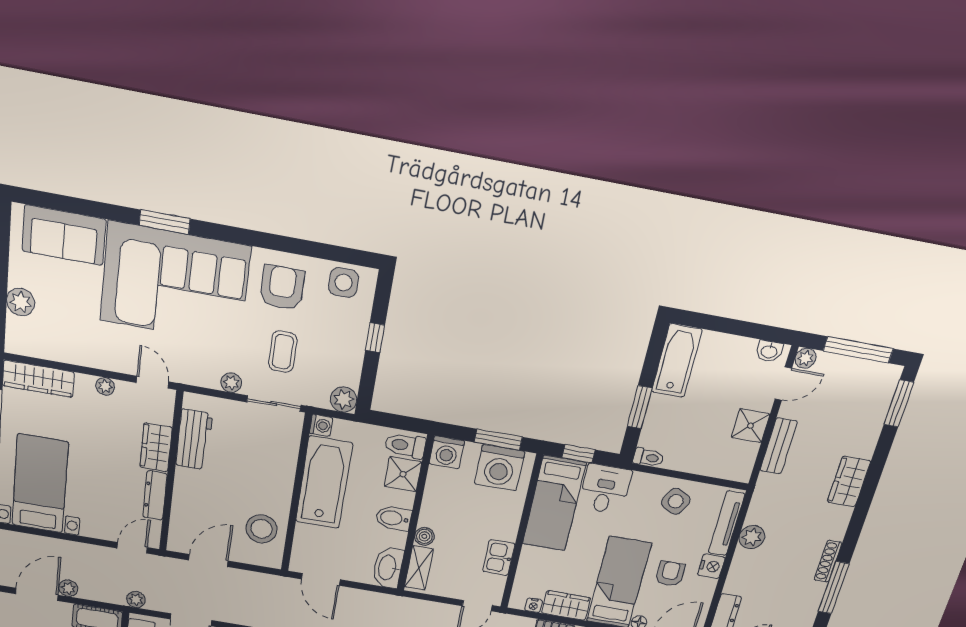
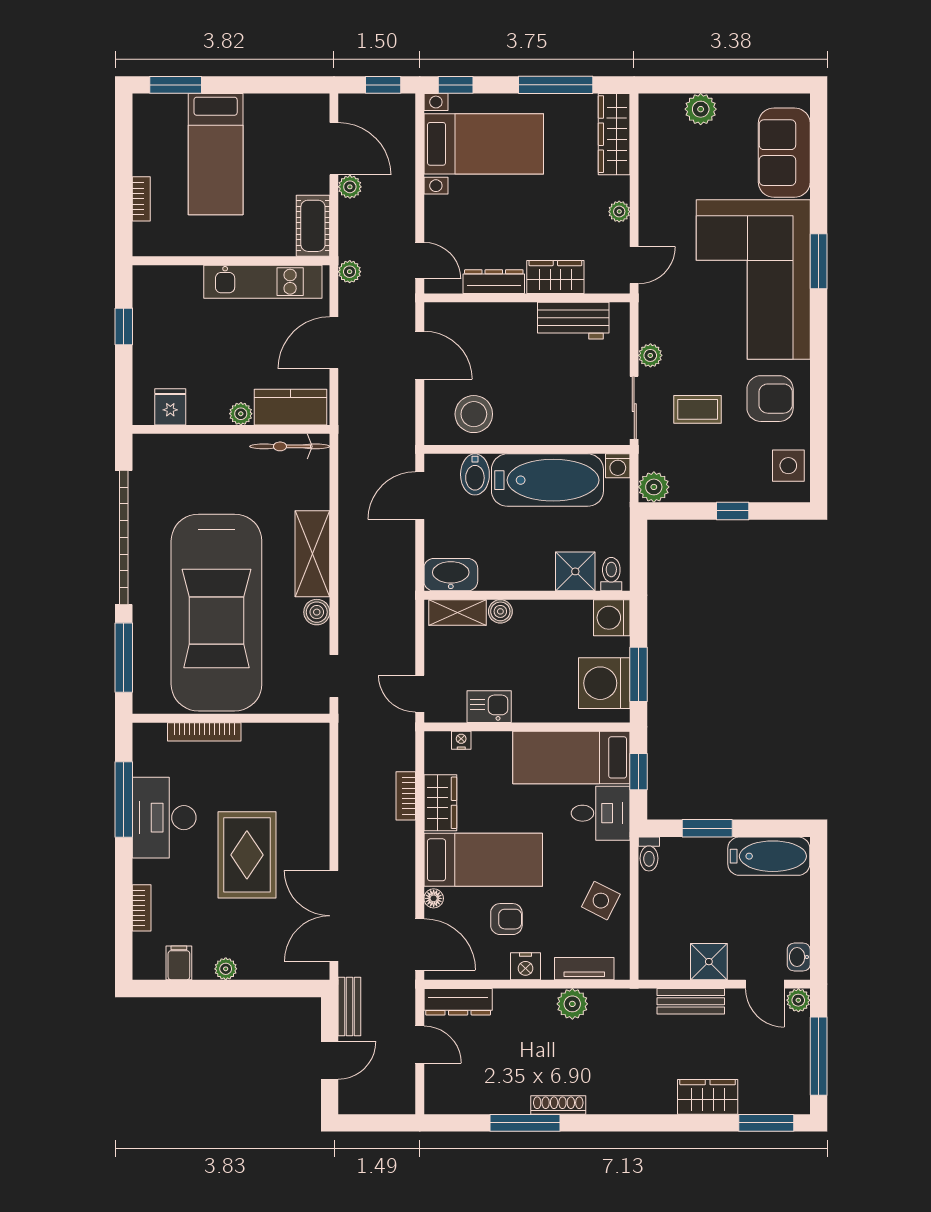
toilet: (405, 445) -> (611, 574), width x0.73, depth x0.72
wardrobe: (849, 482) -> (708, 1097), moved
bidet: (394, 518) -> (475, 474), moved, turned 180
tv unit: (727, 523) -> (584, 969), width x0.71
nightstand: (534, 605) -> (461, 740), moved, turned 90

